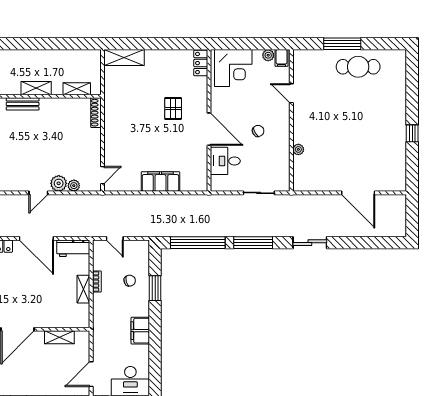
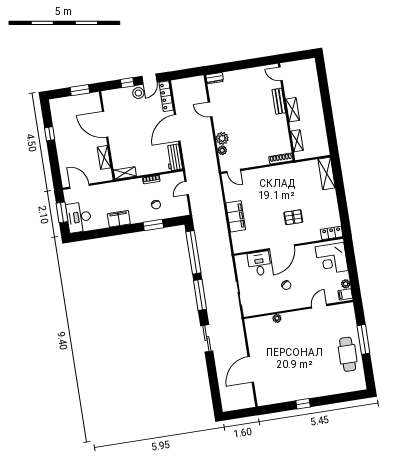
door: (38, 193) -> (210, 109), moved
shelving: (83, 289) -> (125, 173), moved

